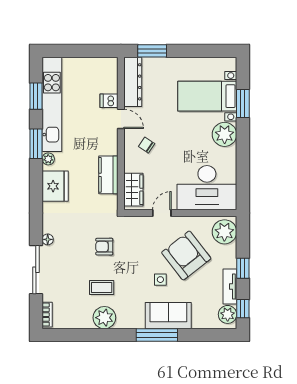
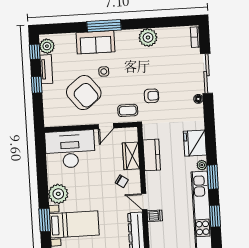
wardrobe: (133, 190) -> (131, 156), moved
plant: (224, 232) -> (54, 114), removed
coffee table: (102, 287) -> (128, 110), moved

